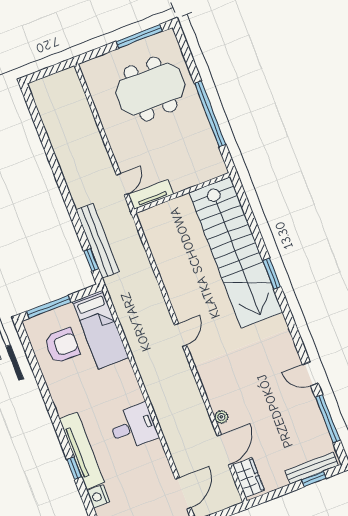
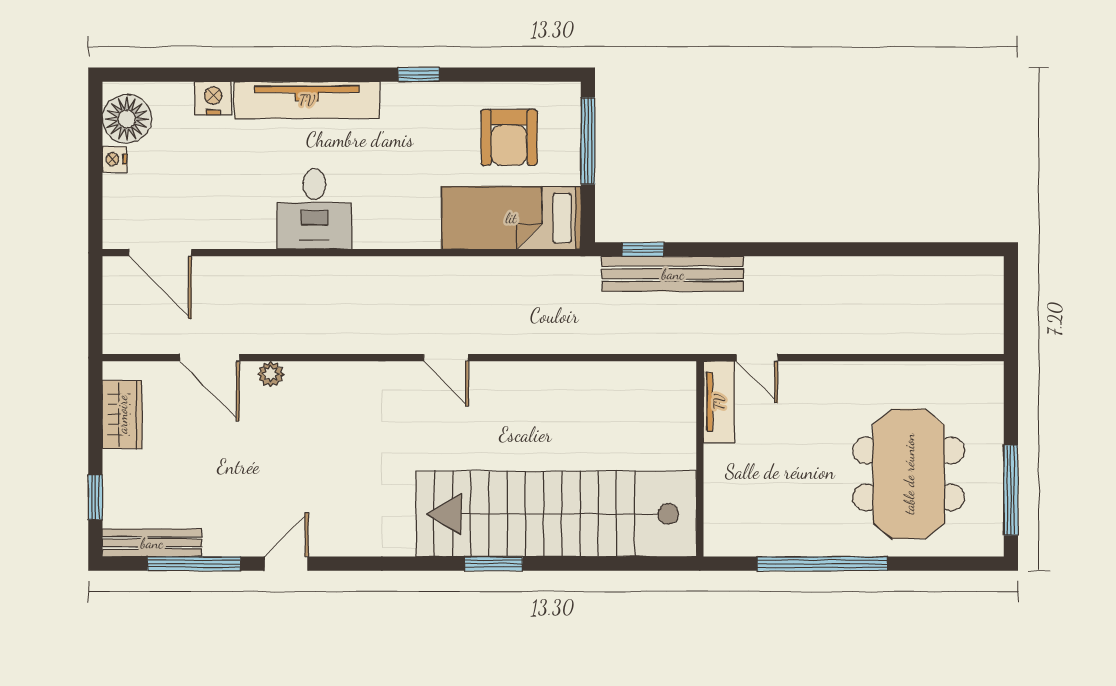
window: (74, 468) -> (419, 75), moved
bench: (312, 468) -> (152, 543), moved, turned 90
wardrobe: (249, 478) -> (122, 414), moved, turned -90

